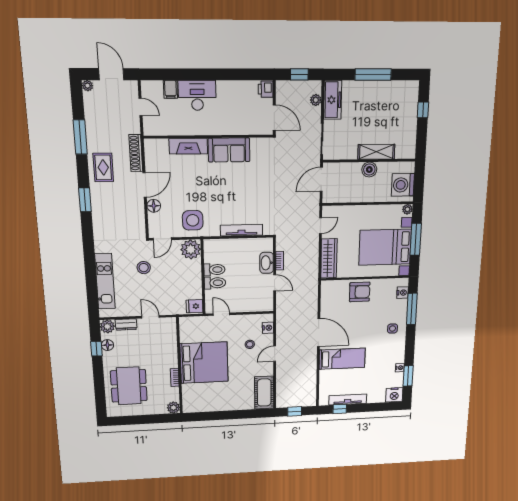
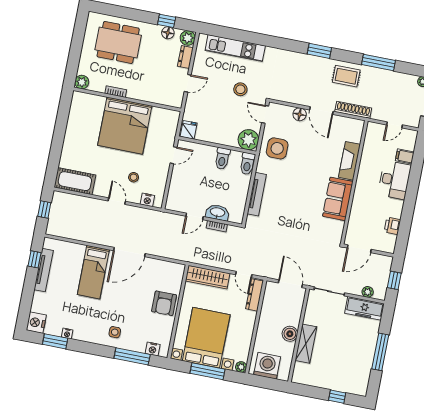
printer: (266, 89) -> (392, 226), moved, turned -90
dresser: (338, 211) -> (255, 295), added
toilet: (215, 283) -> (247, 164), moved

